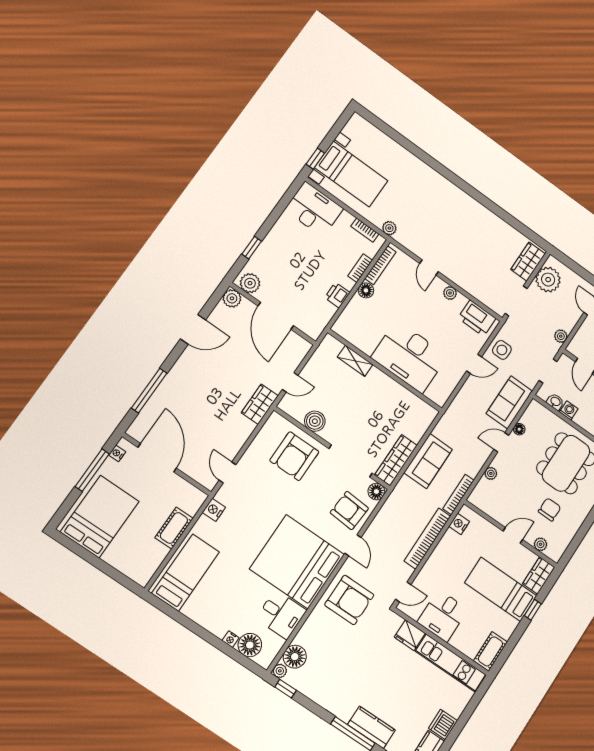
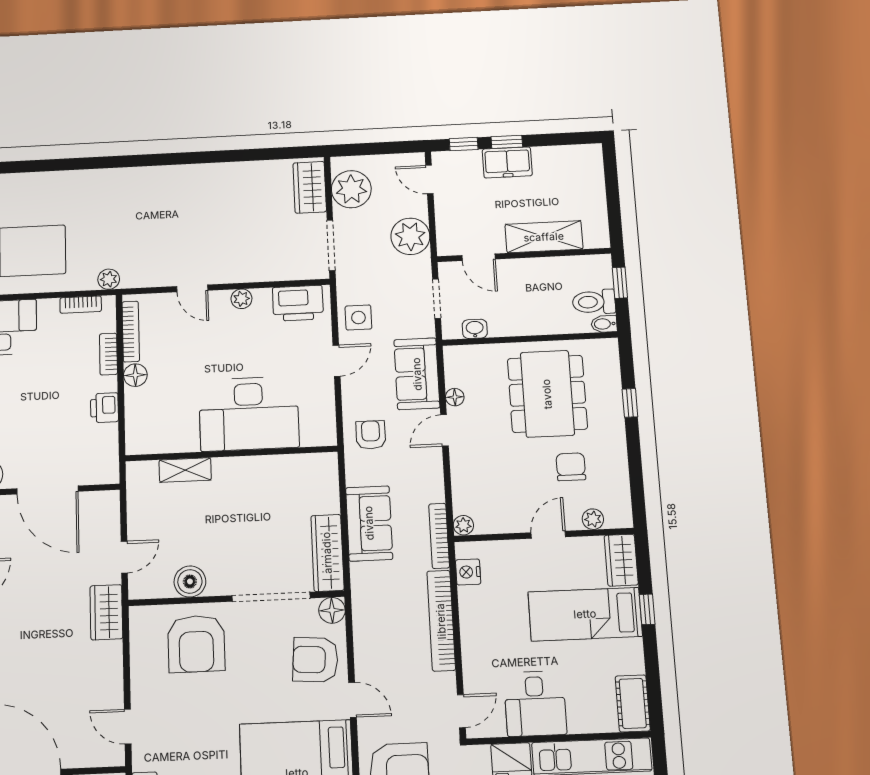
plant: (561, 336) -> (410, 236), width x1.88, depth x1.88
washing machine: (569, 410) -> (500, 326), removed
armchair: (463, 416) -> (371, 435), added
plant: (491, 473) -> (463, 525), moved

